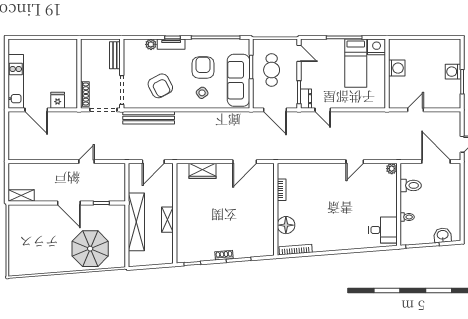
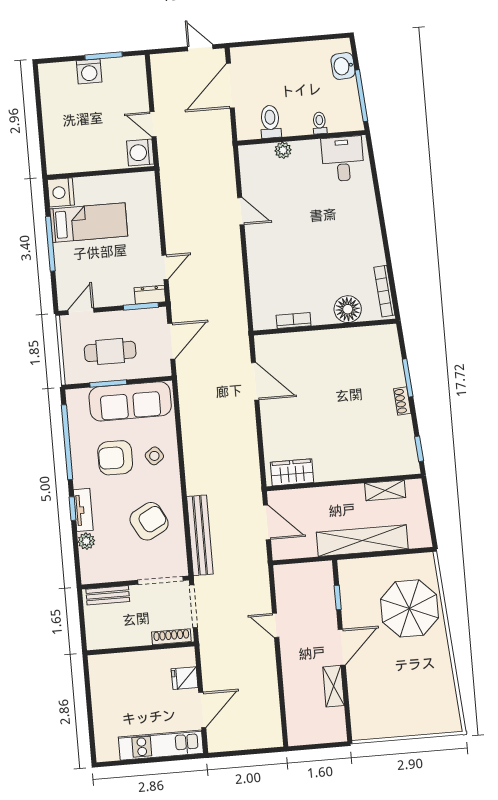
washing machine: (397, 68) -> (140, 152), moved, turned -90
plant: (392, 169) -> (283, 150), moved
wardrobe: (203, 171) -> (292, 472), moved, turned -90
shelving: (21, 196) -> (334, 686), moved
shelving: (167, 220) -> (385, 490), moved

